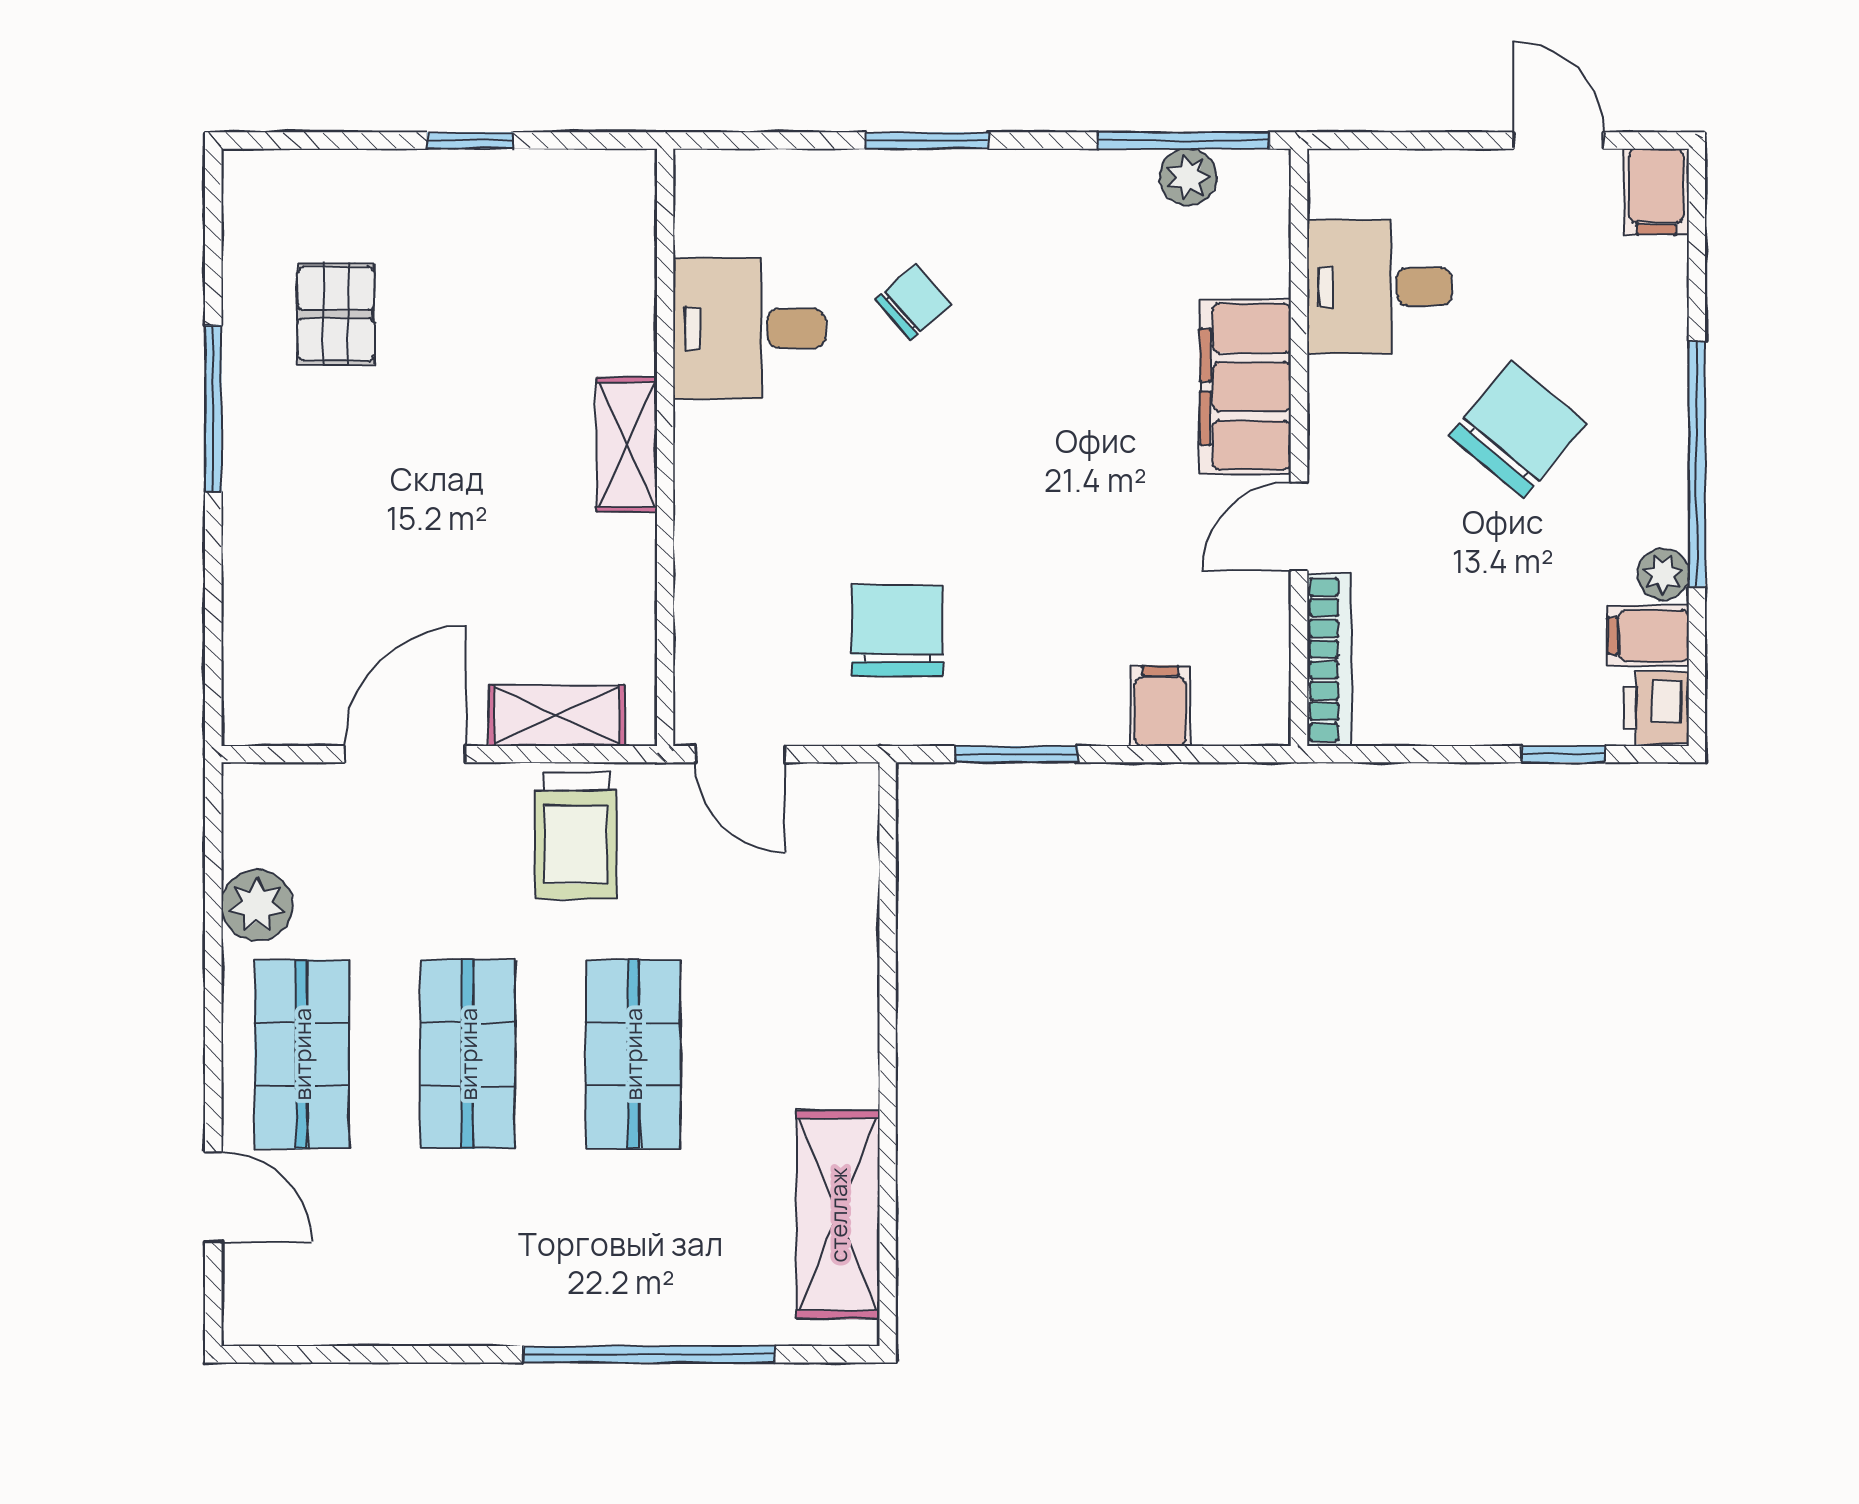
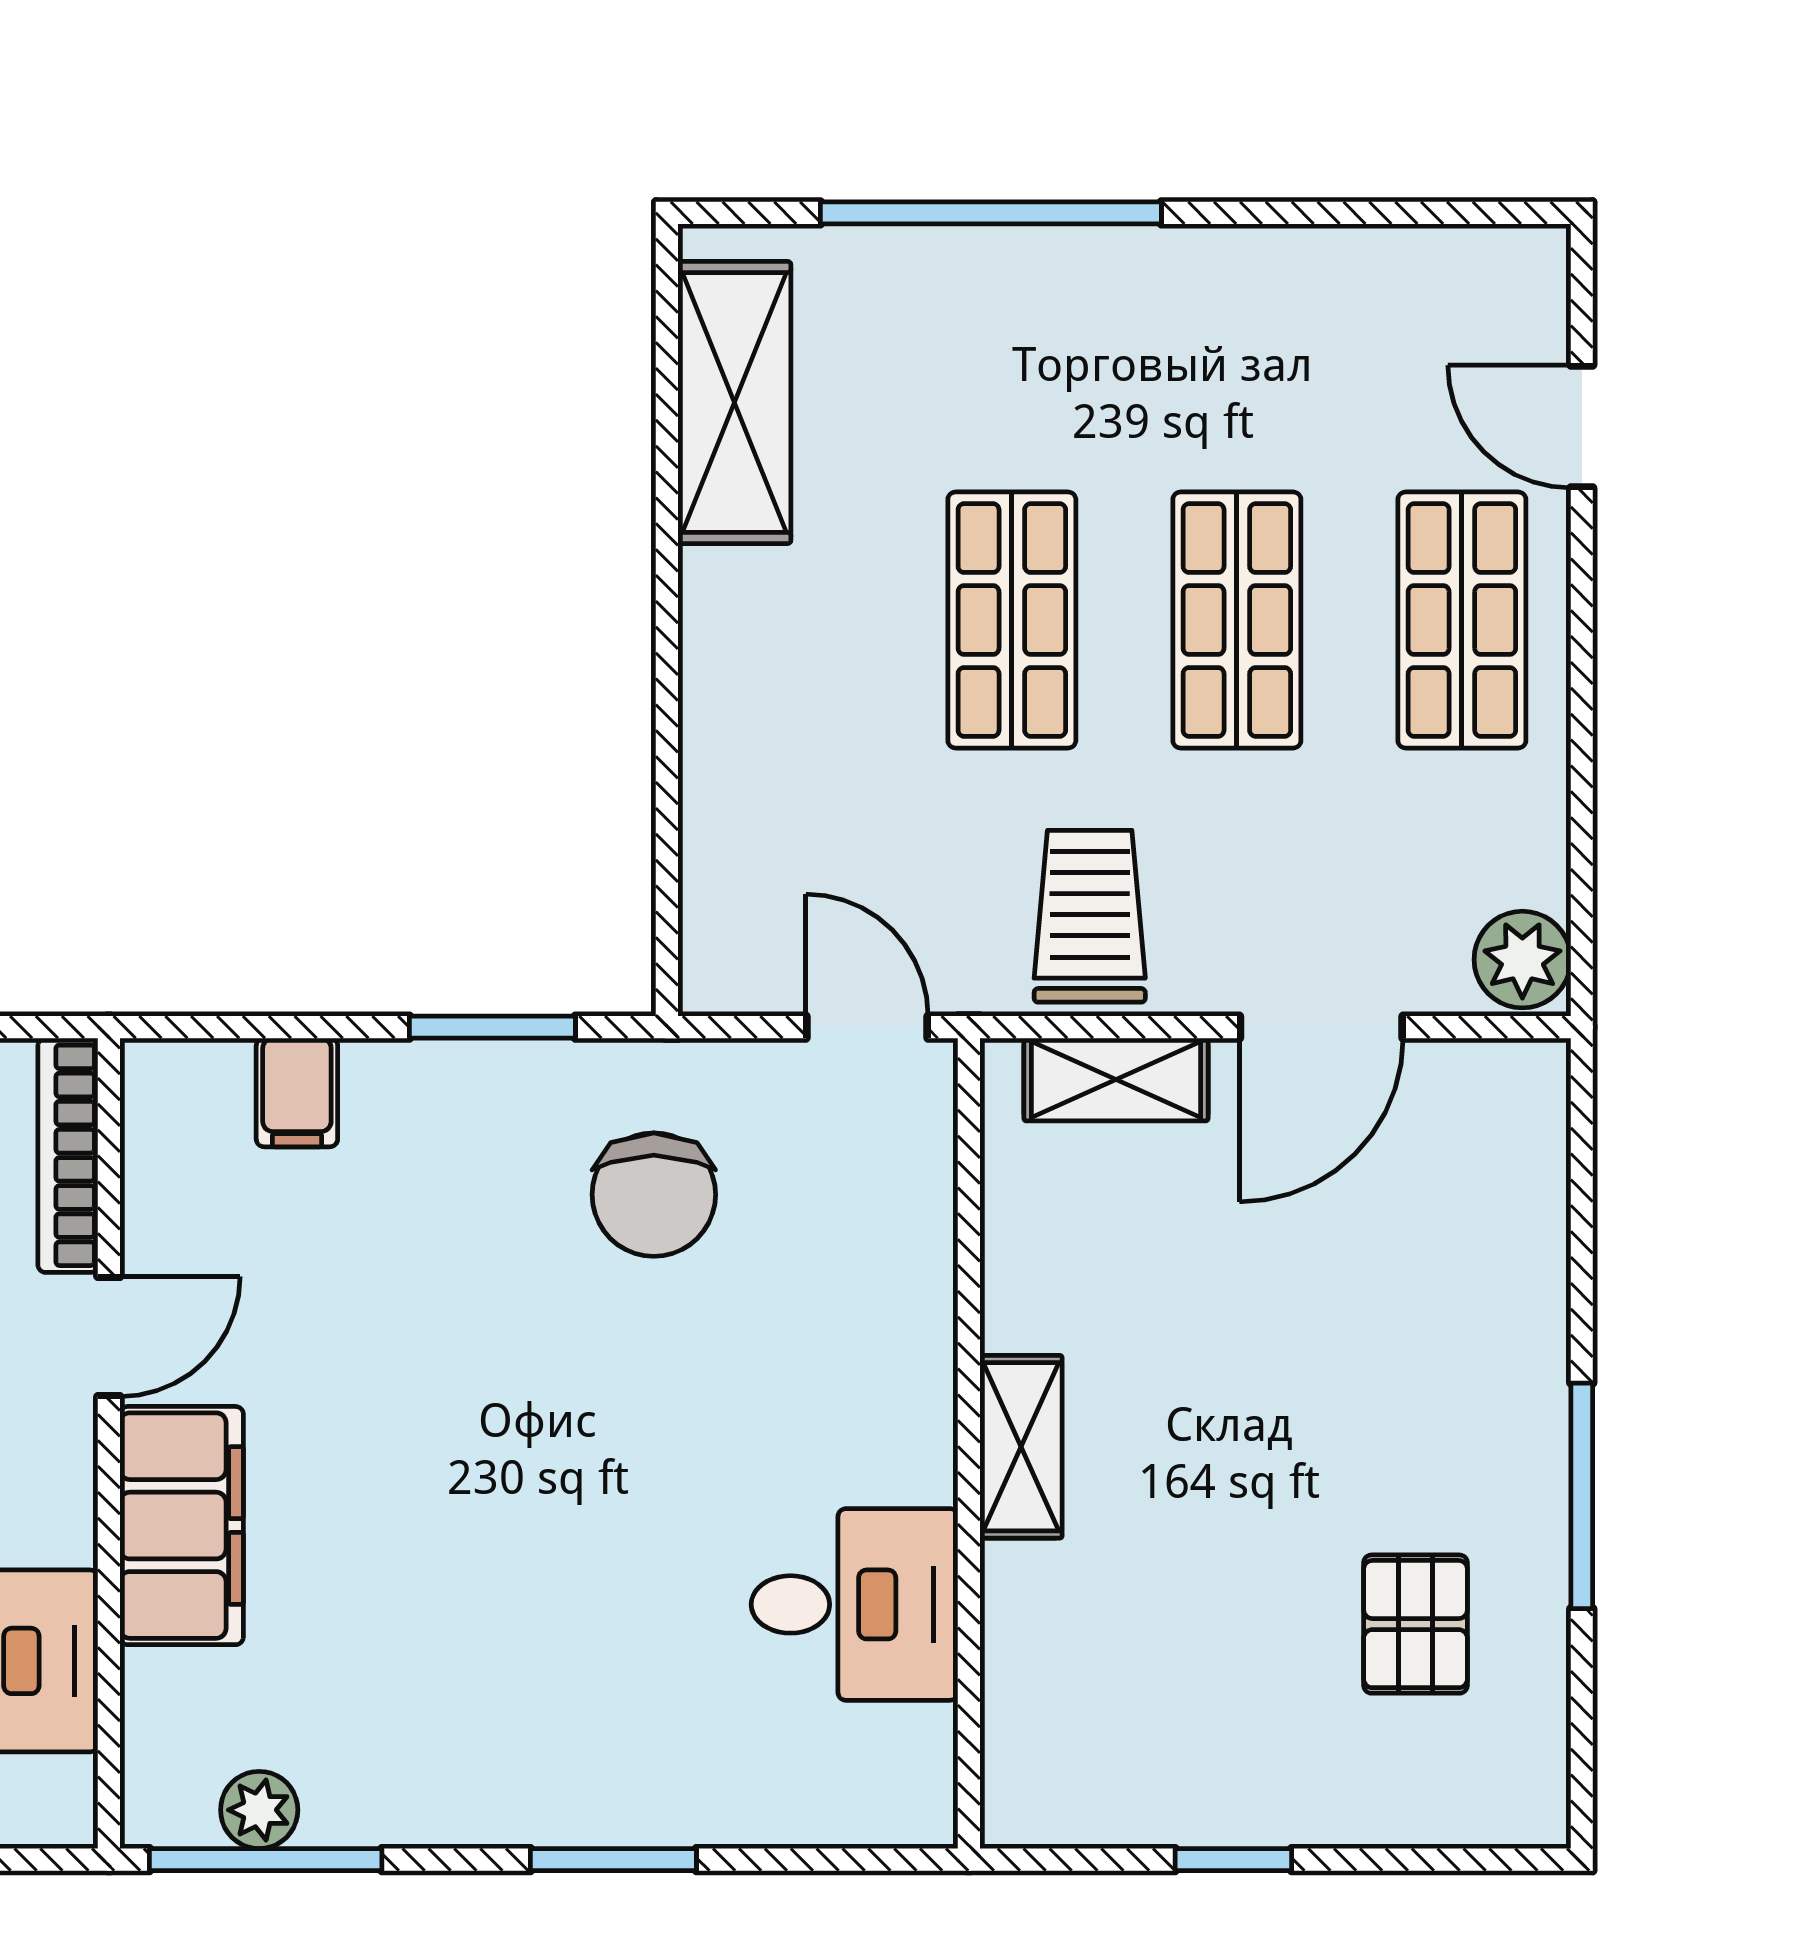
chair: (913, 302) -> (632, 1640), removed
plant: (257, 905) -> (1522, 960), moved

